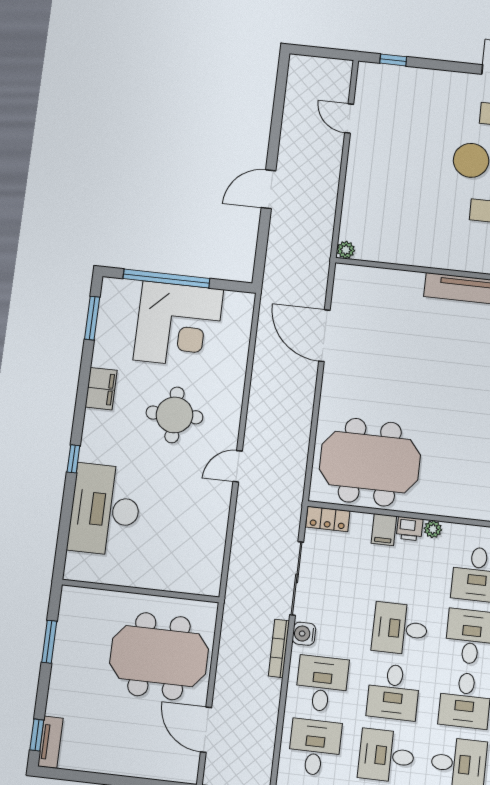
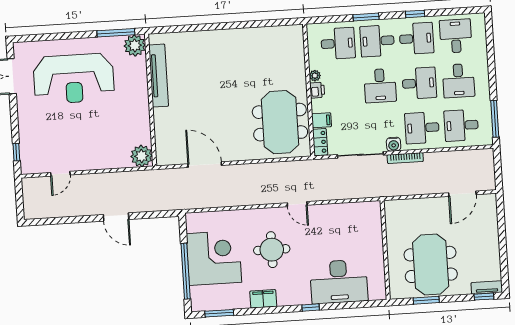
plant: (346, 250) -> (142, 156), width x1.88, depth x1.88
door: (324, 336) -> (205, 165), swing flipped
filing cabinet: (384, 530) -> (322, 120), moved
meeting table: (159, 656) -> (431, 264), moved

